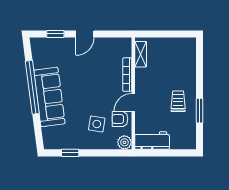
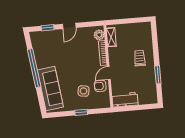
sofa: (49, 97) -> (50, 89), moved
trolley: (178, 101) -> (140, 58), moved
plant: (124, 142) -> (99, 35), moved
window: (70, 153) -> (81, 112), moved

